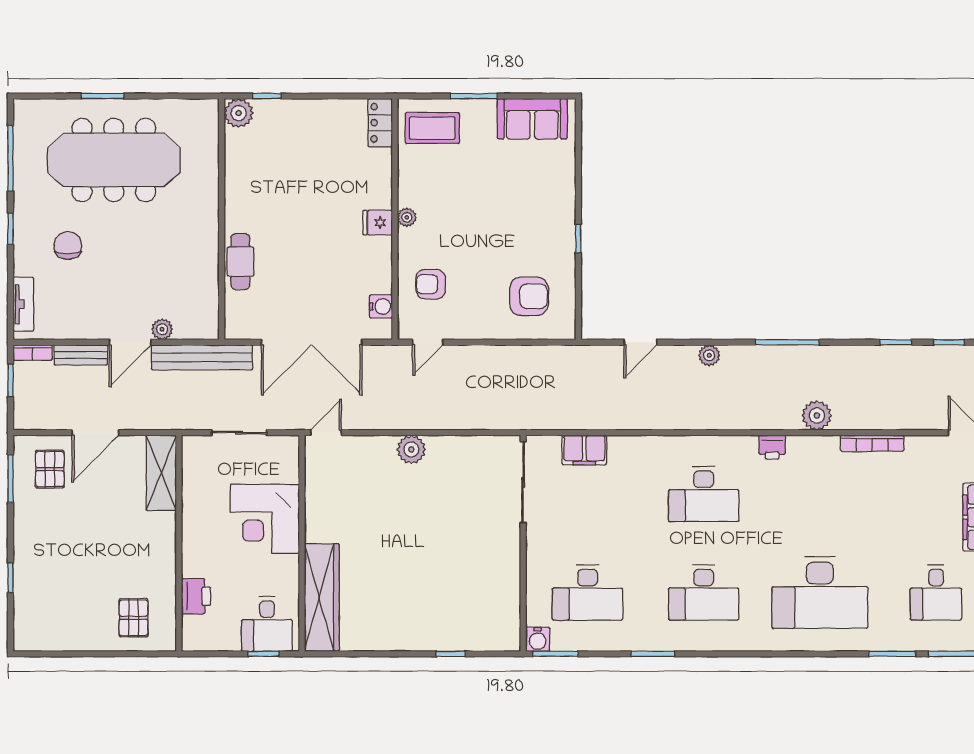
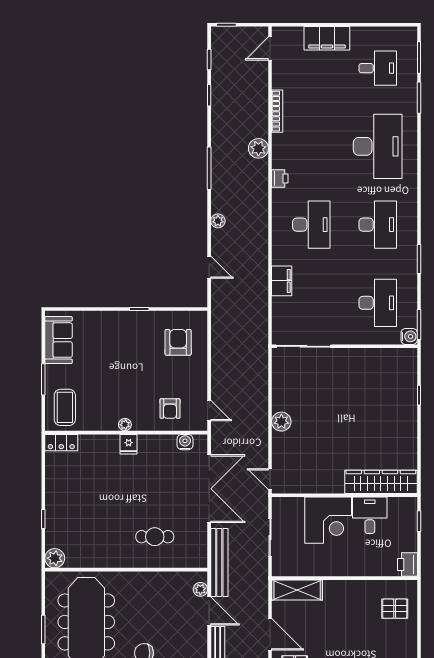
plant: (239, 113) -> (55, 558), moved
wall: (222, 219) -> (126, 570), moved
filing cabinet: (584, 450) -> (282, 281), moved
printer: (196, 596) -> (407, 565), moved, turned -90
desk: (267, 624) -> (370, 515), moved, turned -90

